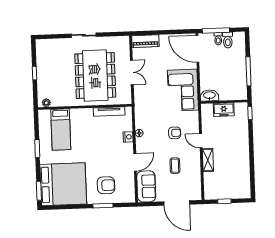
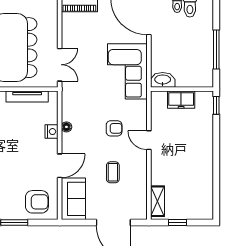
double door: (132, 72) -> (60, 65), moved
shelving: (208, 160) -> (157, 201), moved
armchair: (106, 185) -> (37, 202), moved

